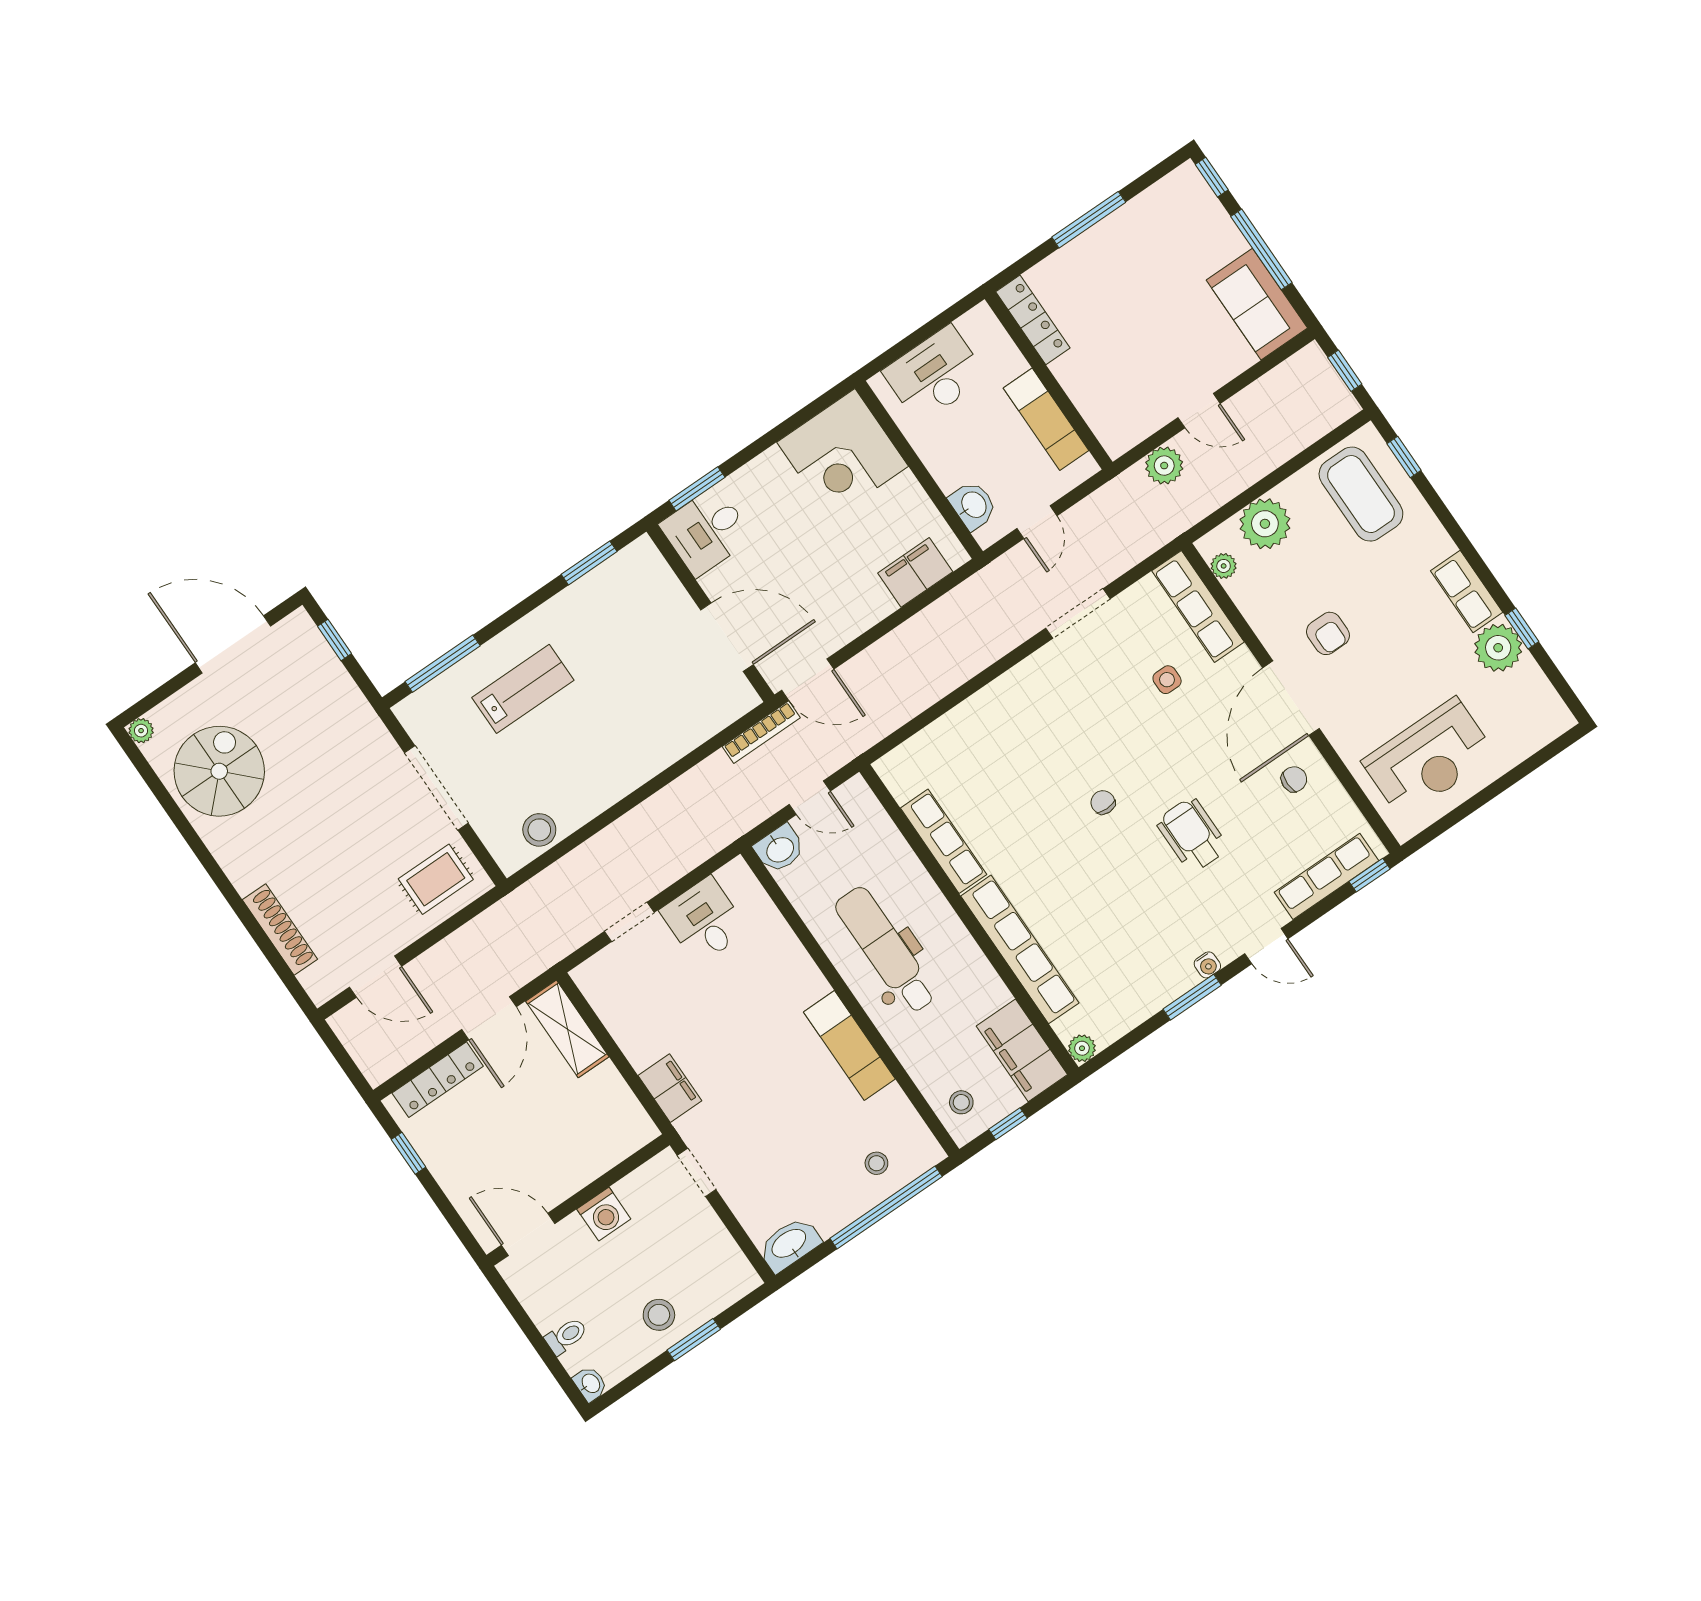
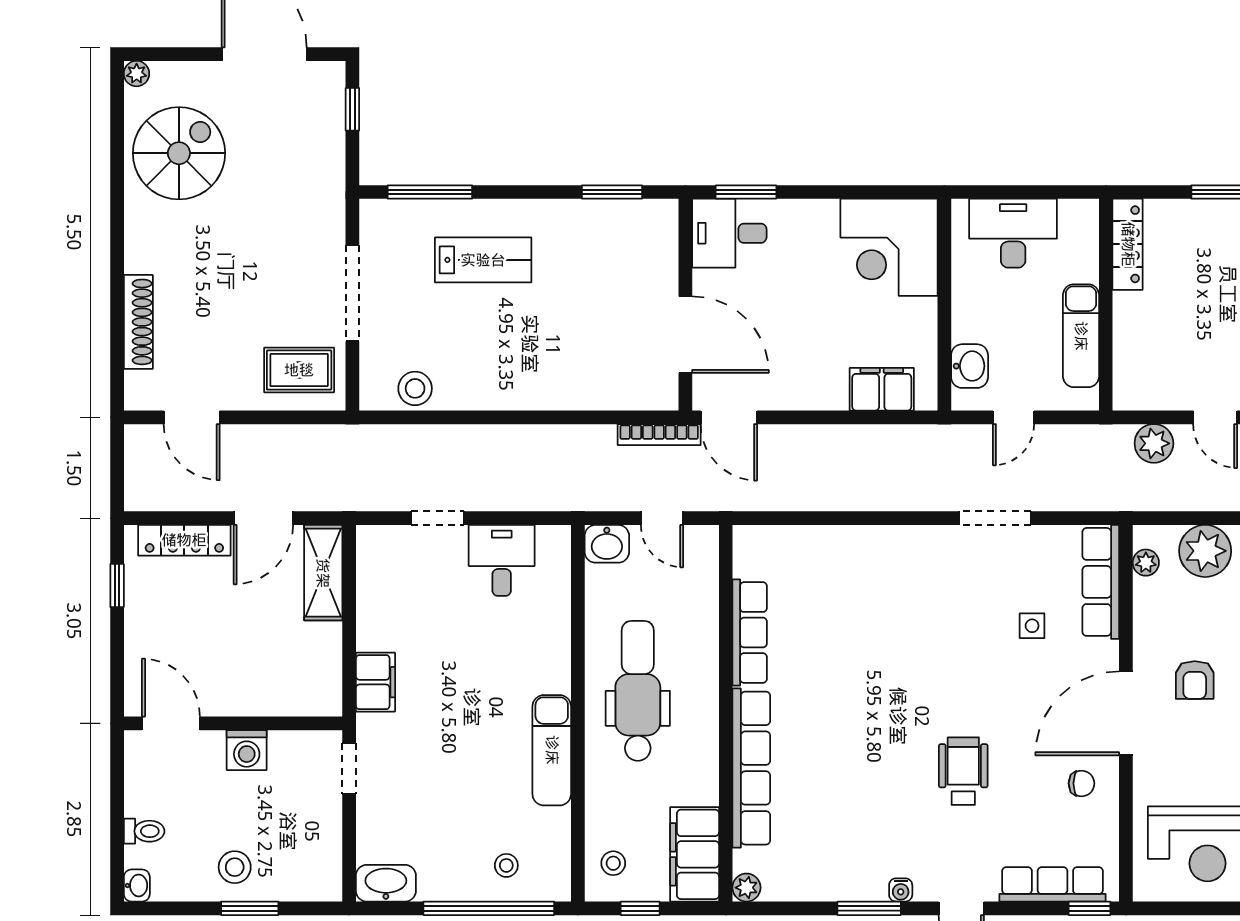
chair: (1103, 802) -> (907, 692), removed

